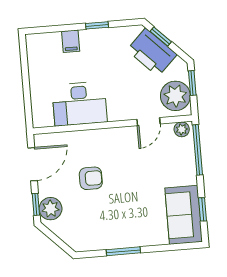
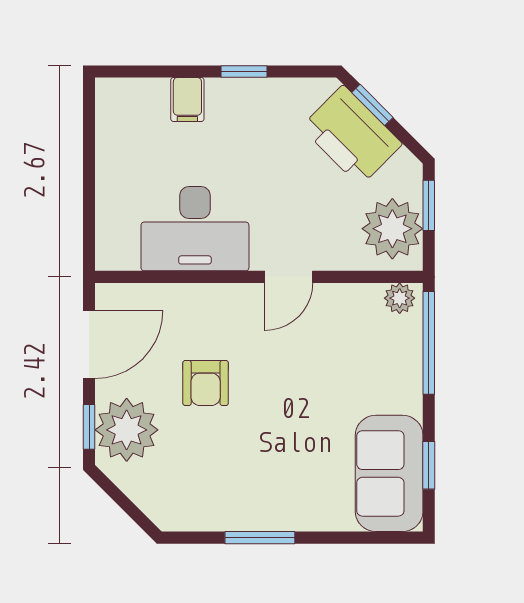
door: (148, 122) -> (289, 277), moved
armchair: (91, 178) -> (206, 383), turned 90
plant: (51, 209) -> (127, 430), width x1.36, depth x1.36

